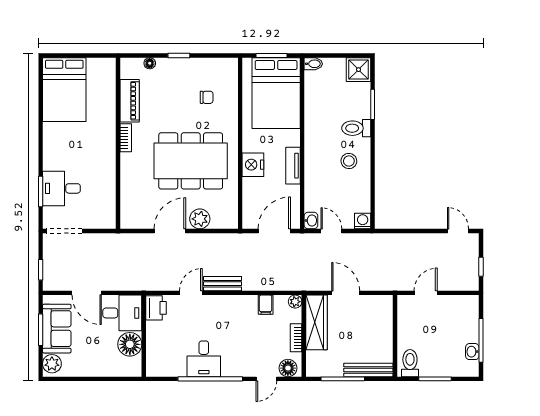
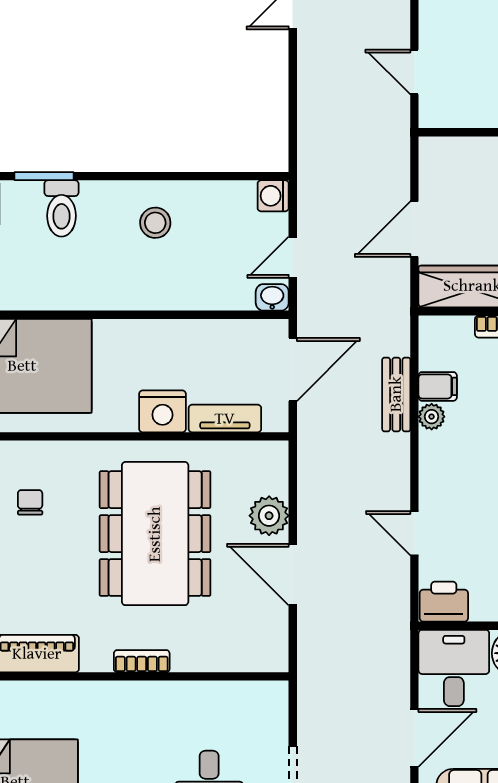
toilet: (356, 128) -> (61, 208), moved
bookcase: (126, 138) -> (142, 661), moved
tv unit: (293, 166) -> (225, 419), moved, turned 180
door: (274, 231) -> (293, 370), swing flipped
bench: (223, 284) -> (396, 394), moved
plant: (295, 302) -> (432, 417), moved

